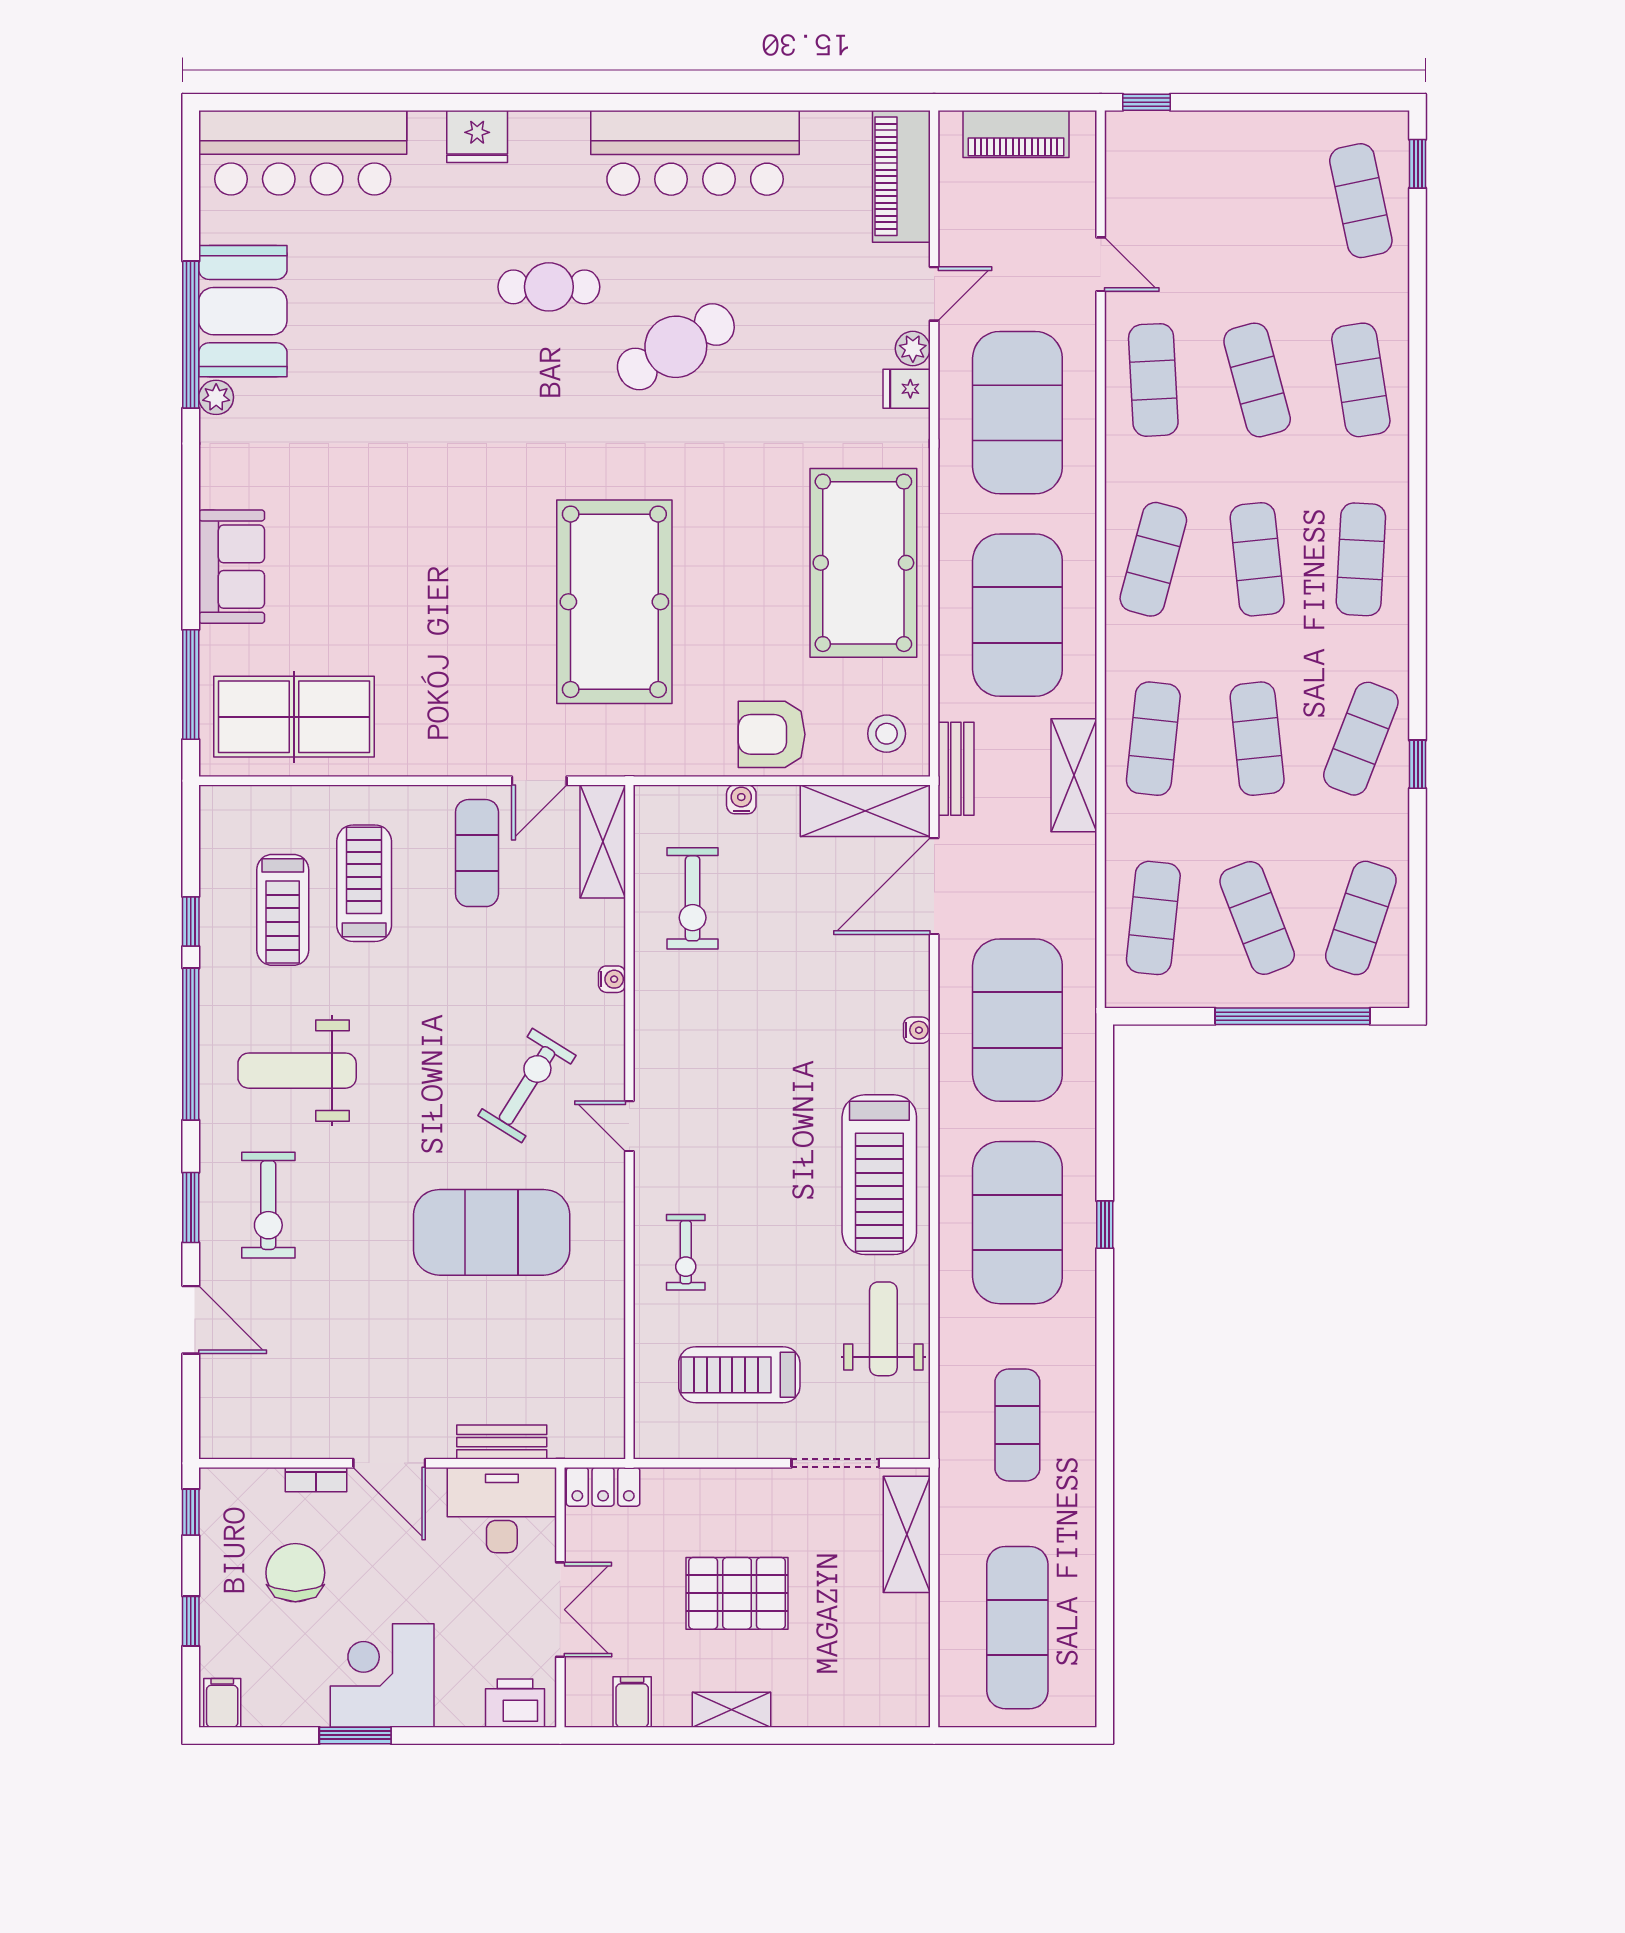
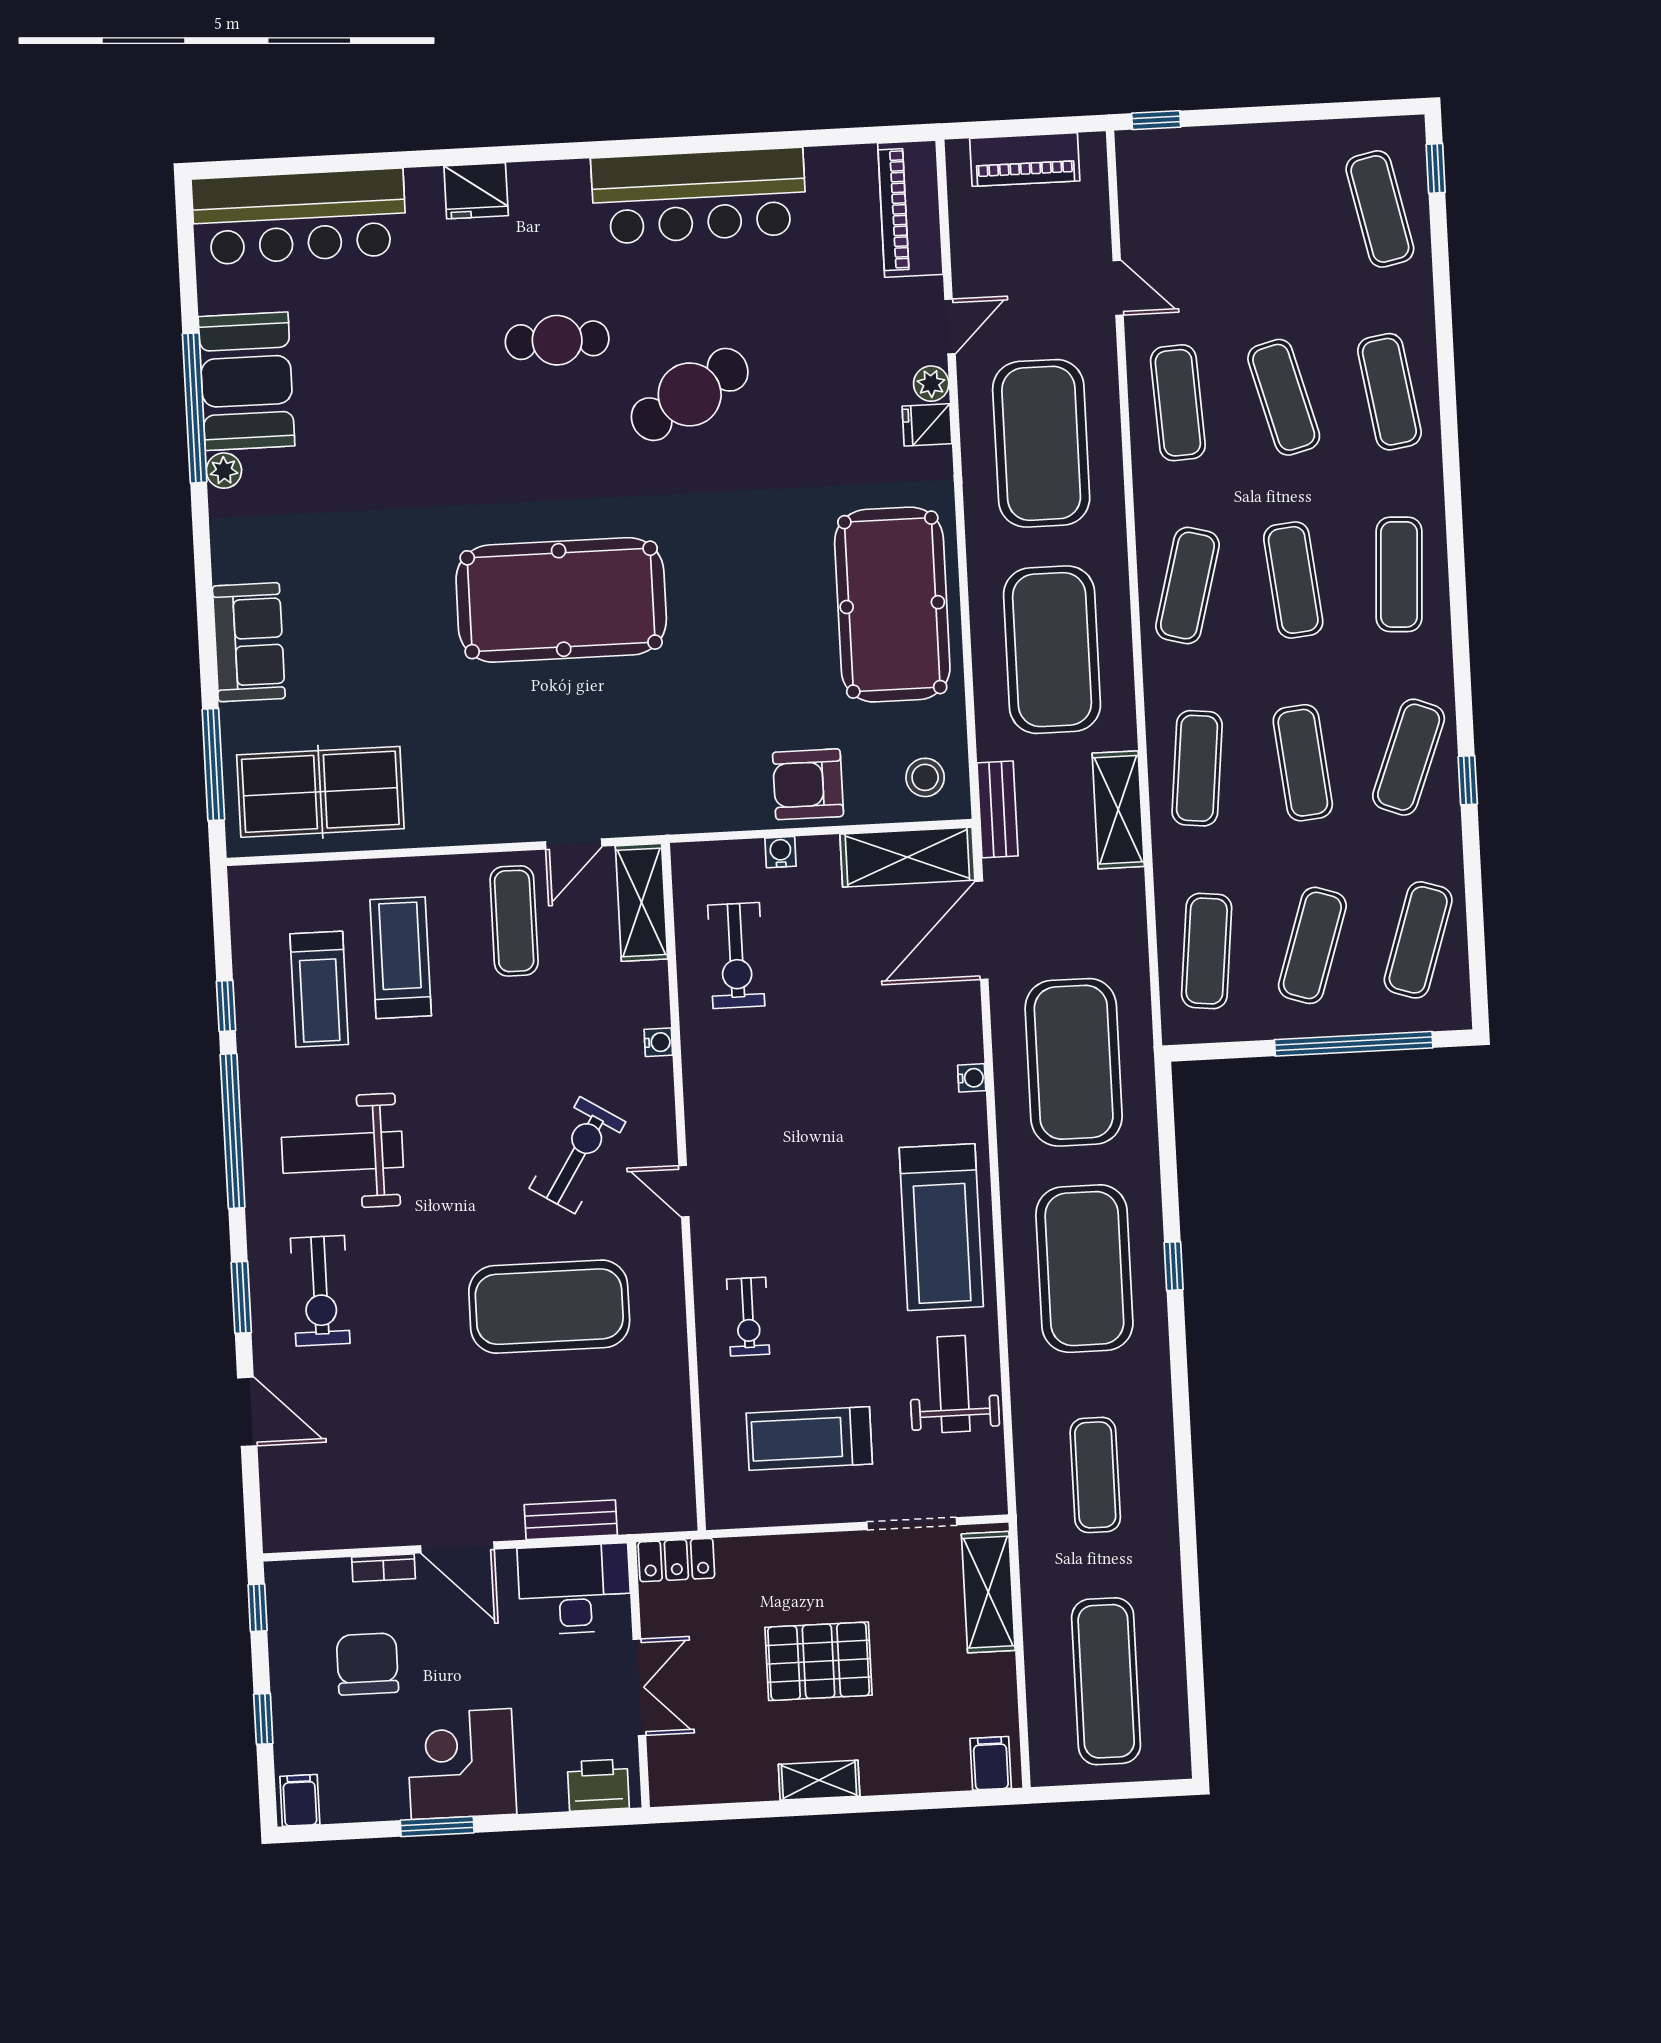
pool table: (614, 602) -> (561, 600), moved, turned 90
exercise mat: (1257, 918) -> (1312, 945), turned 39
filing cabinet: (632, 1702) -> (991, 1763), moved

